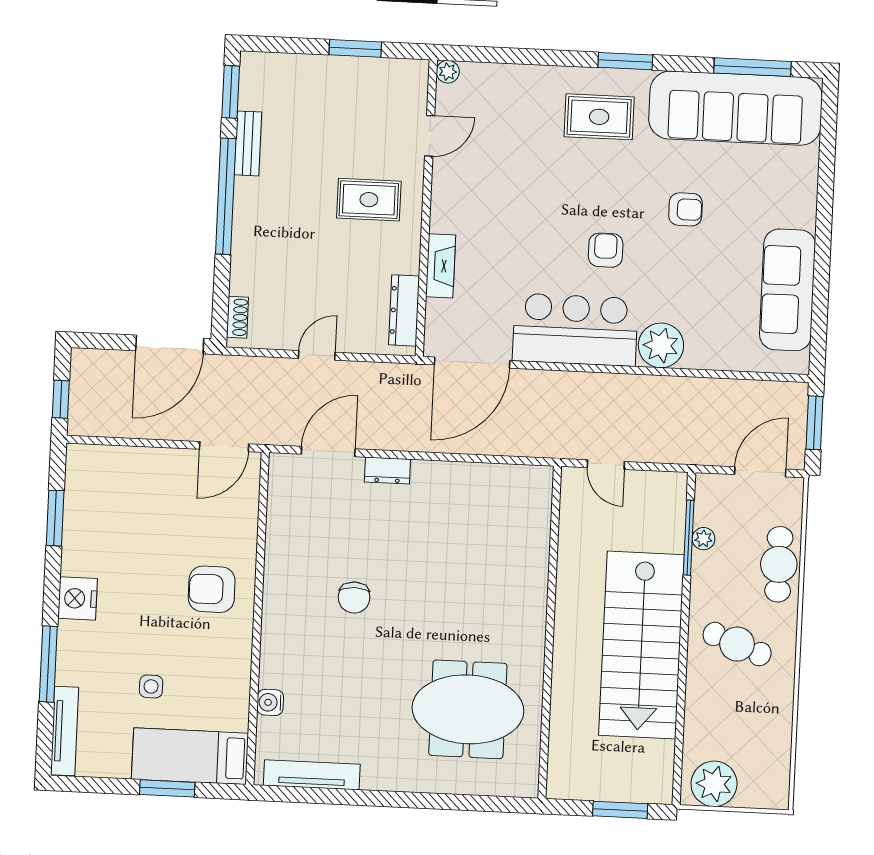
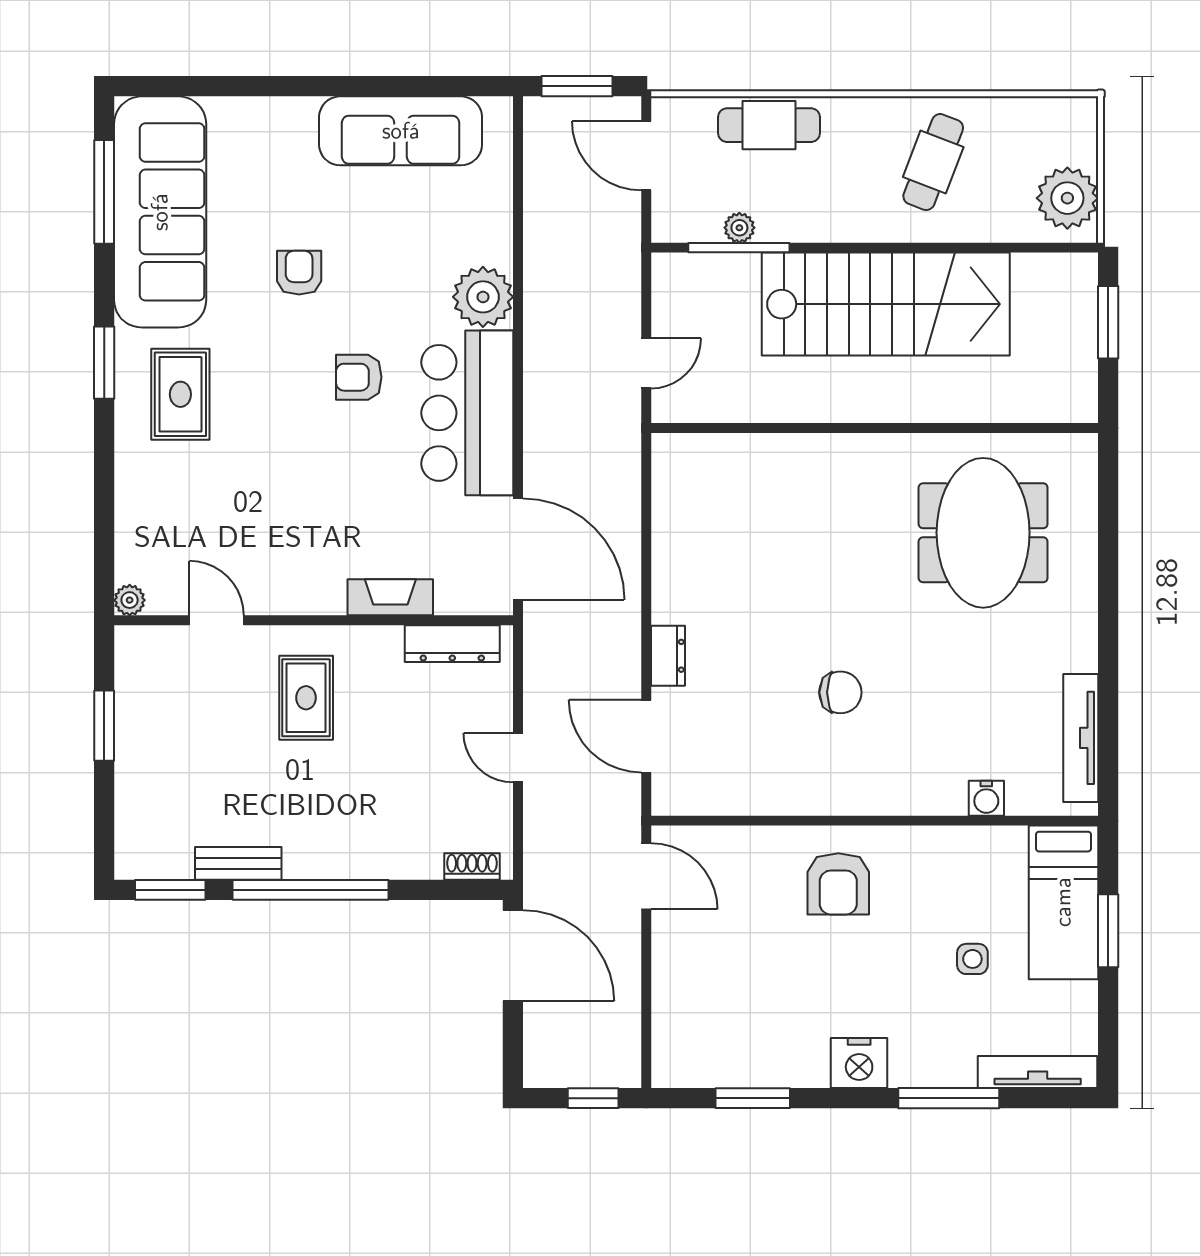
cafe table: (737, 644) -> (933, 162), moved

